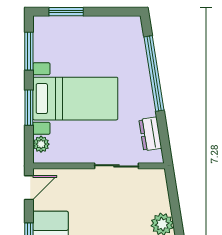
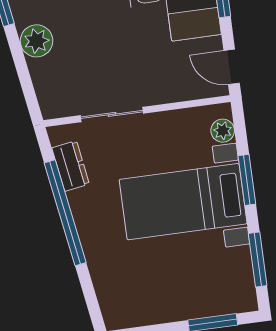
window: (154, 73) -> (65, 213), moved
door: (29, 188) -> (232, 67), hinge flipped

